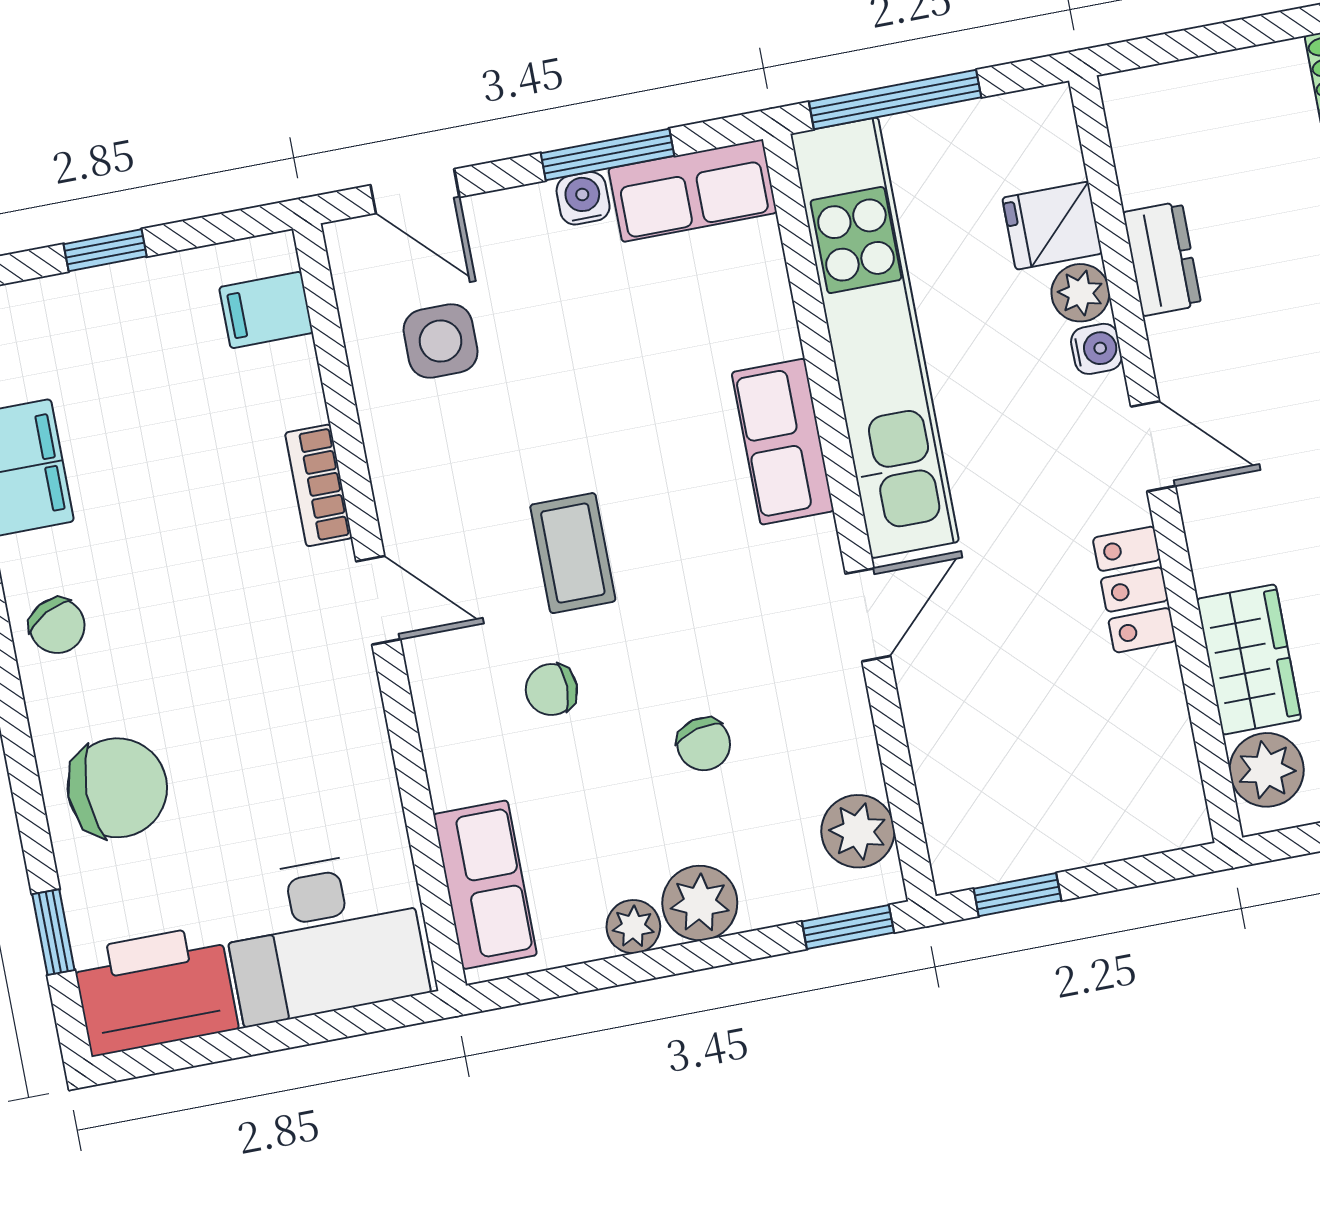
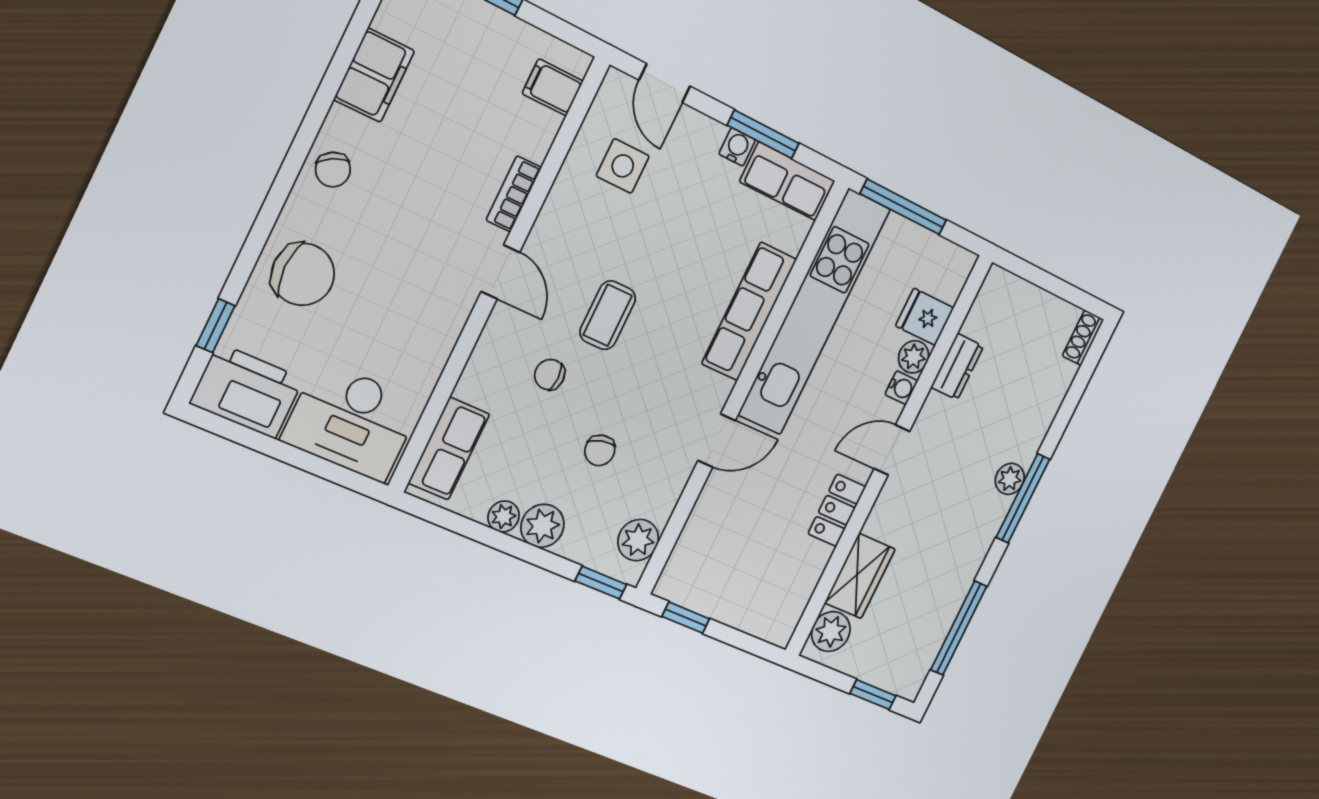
row of seats: (783, 442) -> (749, 311), width x1.48
door: (1153, 446) -> (892, 450), swing flipped

